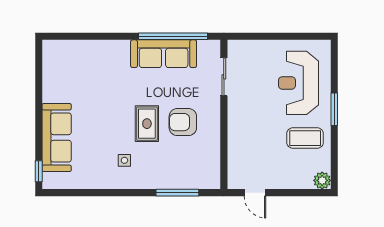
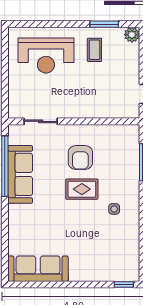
window: (334, 109) -> (104, 24), moved
sofa: (57, 138) -> (38, 269), moved
coffee table: (305, 138) -> (94, 50), width x0.73, depth x0.77

